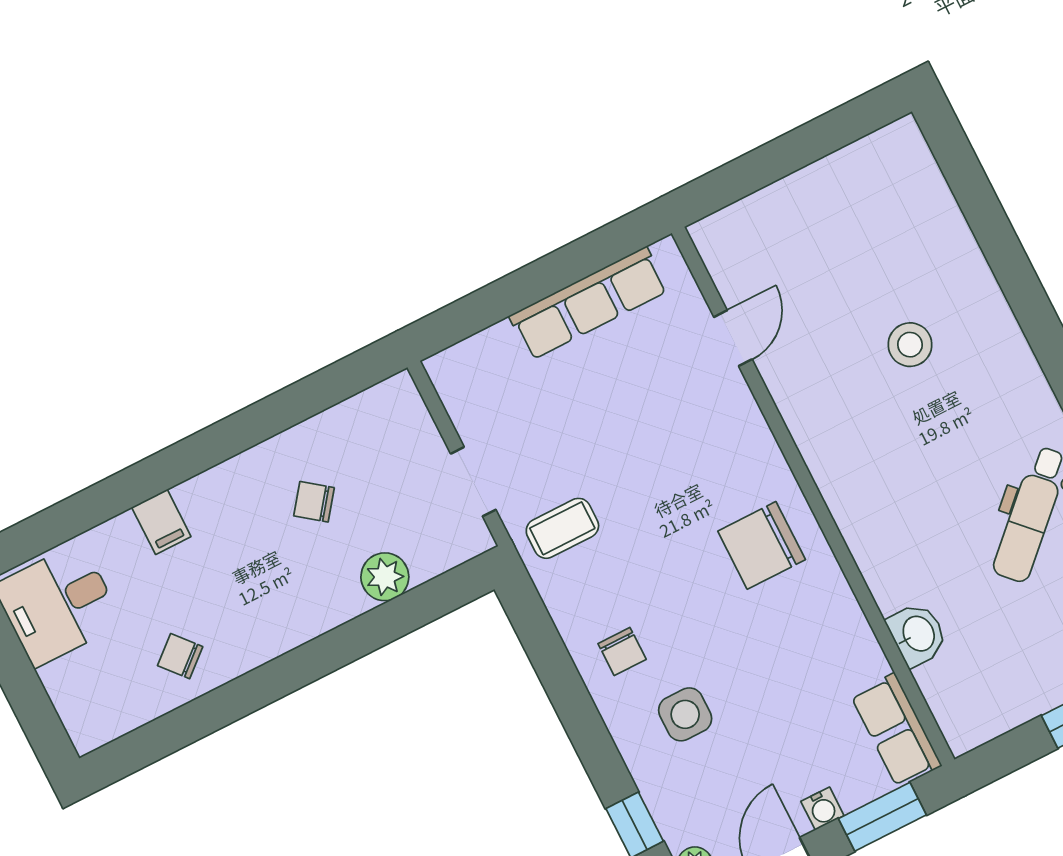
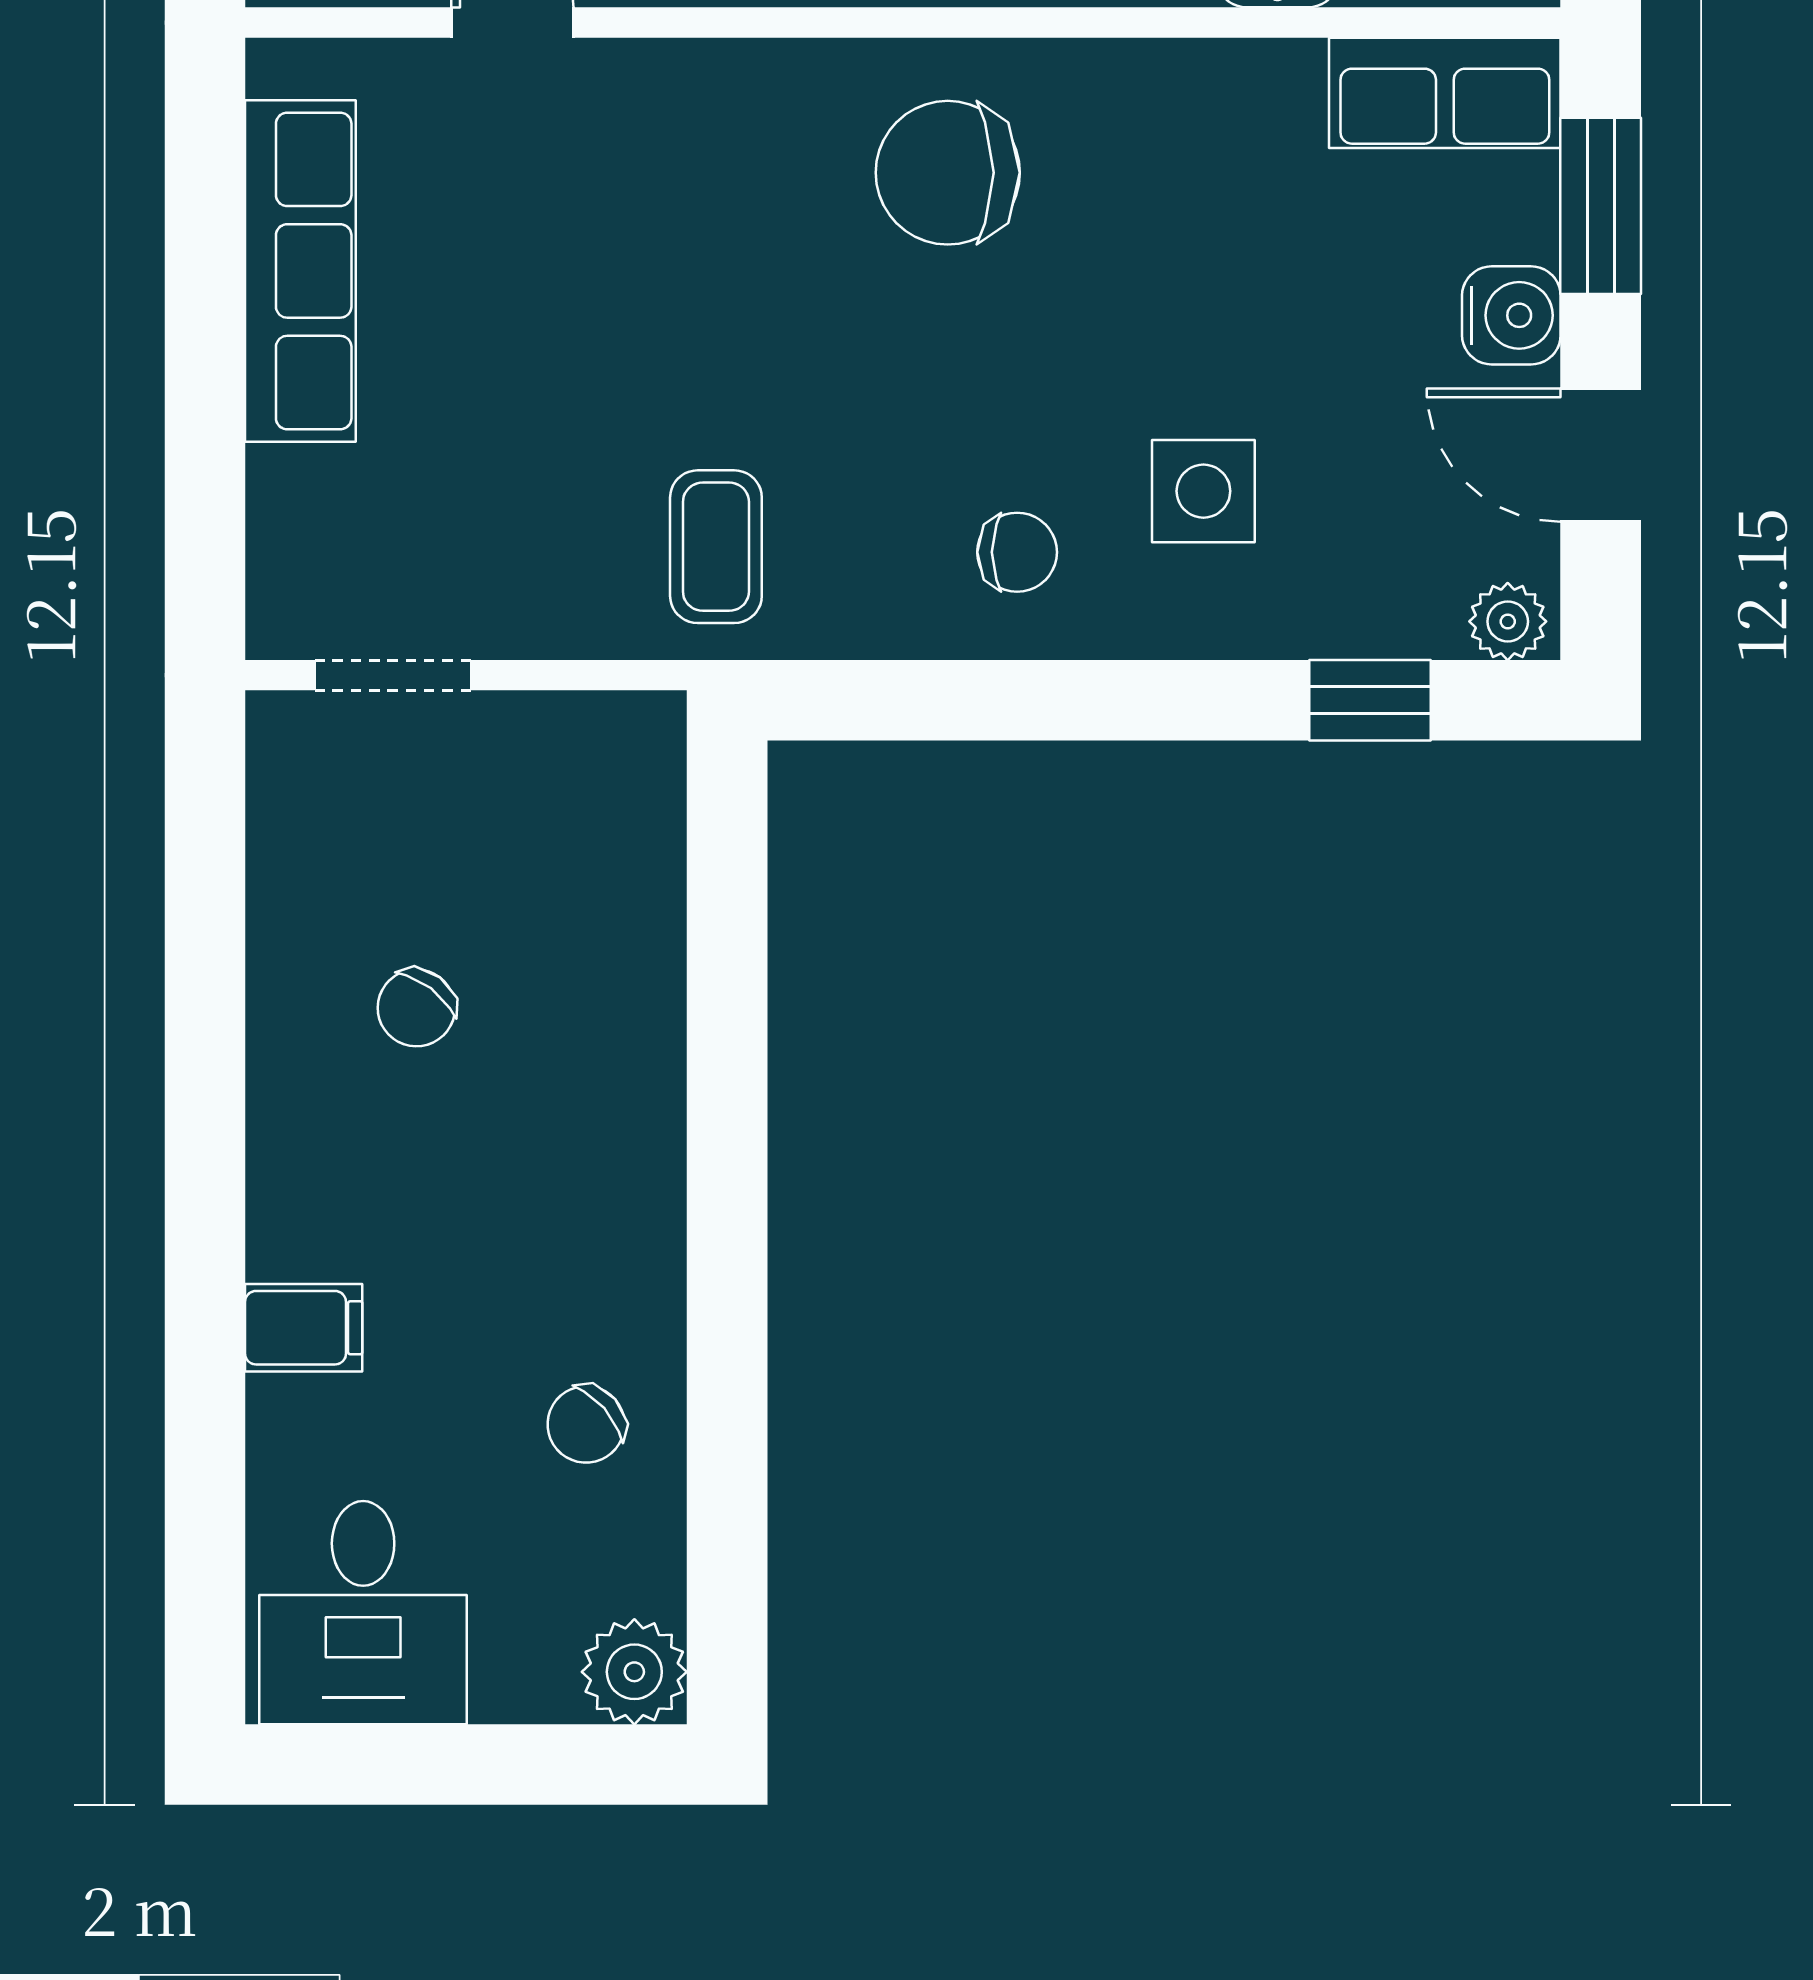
doorway: (473, 482) -> (393, 675), moved
chair: (762, 545) -> (948, 173), turned 90
plant: (385, 577) -> (634, 1672), moved
water cooler: (822, 809) -> (1511, 315), width x1.38, depth x1.38

